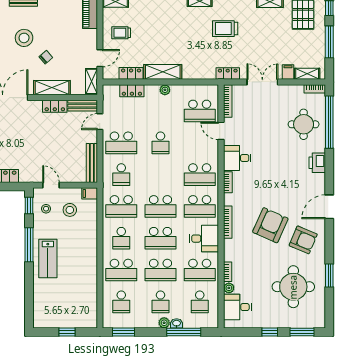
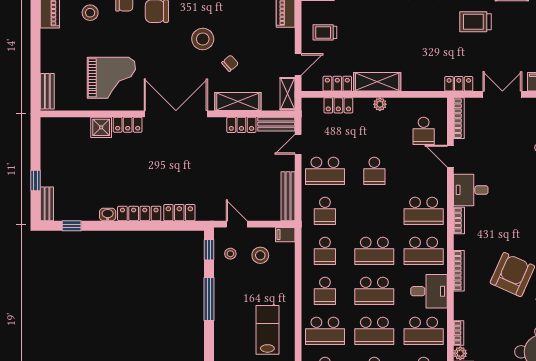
trolley: (225, 29) -> (476, 22), moved
school desk: (200, 111) -> (424, 131), width x0.54
school desk: (121, 206) -> (325, 251), width x0.54
lab bench: (48, 259) -> (267, 330), moved, turned 180

